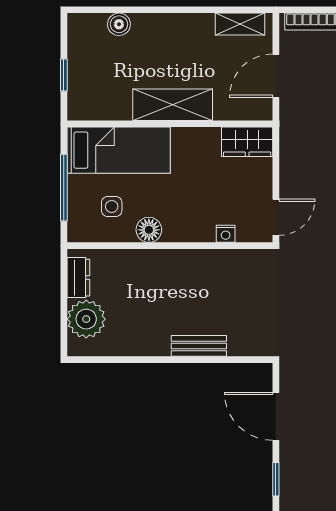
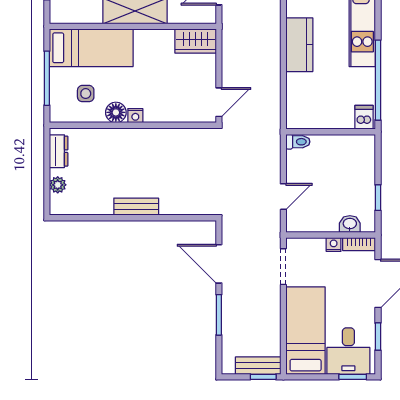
nightstand: (226, 234) -> (135, 116), moved
plant: (86, 319) -> (58, 185), width x0.53, depth x0.53
bench: (199, 346) -> (136, 207), moved
window: (276, 479) -> (219, 315), width x1.50

